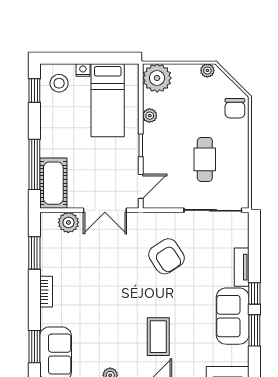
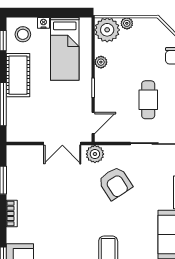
plant: (207, 70) -> (127, 23), moved
cot: (53, 183) -> (18, 75), moved
plant: (68, 222) -> (95, 154), moved

